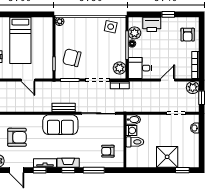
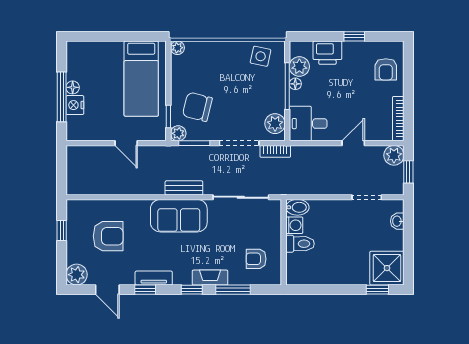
bed: (20, 40) -> (141, 79), moved
plant: (60, 74) -> (178, 133), added
shower: (167, 157) -> (387, 268), moved
fireplace: (68, 163) -> (210, 278), moved

